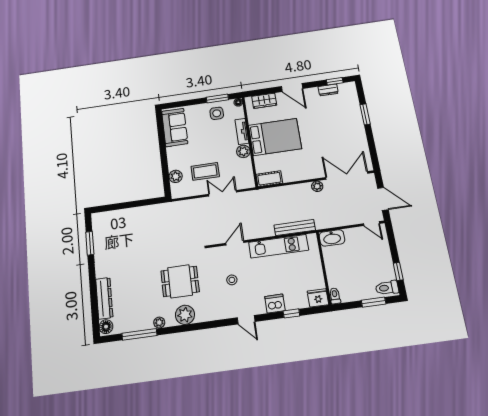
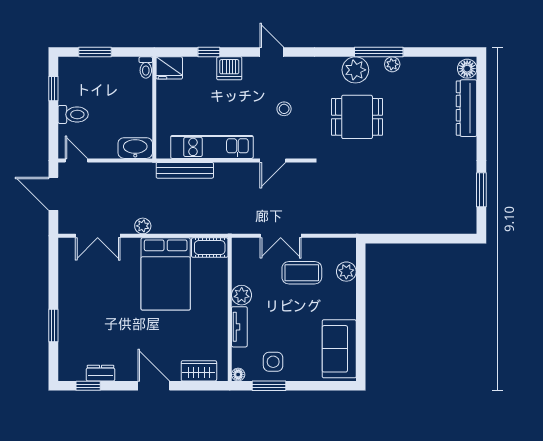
bed: (275, 137) -> (166, 274), moved, turned -90
double door: (347, 175) -> (98, 236), width x0.73
toilet: (387, 288) -> (73, 114), moved
window: (139, 334) -> (379, 52), moved

